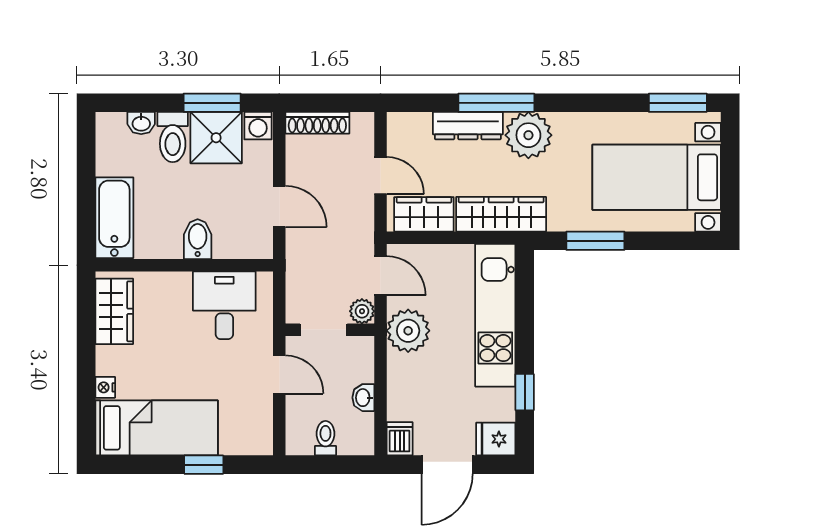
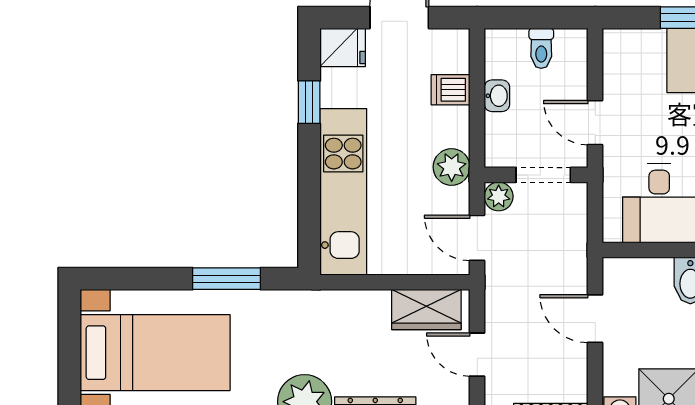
wardrobe: (501, 214) -> (336, 310), removed
plant: (408, 331) -> (452, 167), width x0.73, depth x0.73
dishwasher: (400, 439) -> (450, 90), moved, turned 90

